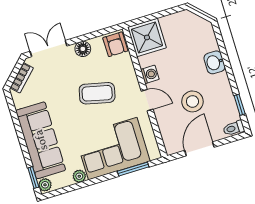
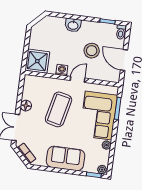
armchair: (115, 44) -> (32, 83), removed
coffee table: (97, 93) -> (59, 109), width x1.36, depth x1.32
sofa: (41, 140) -> (66, 158), width x0.73

